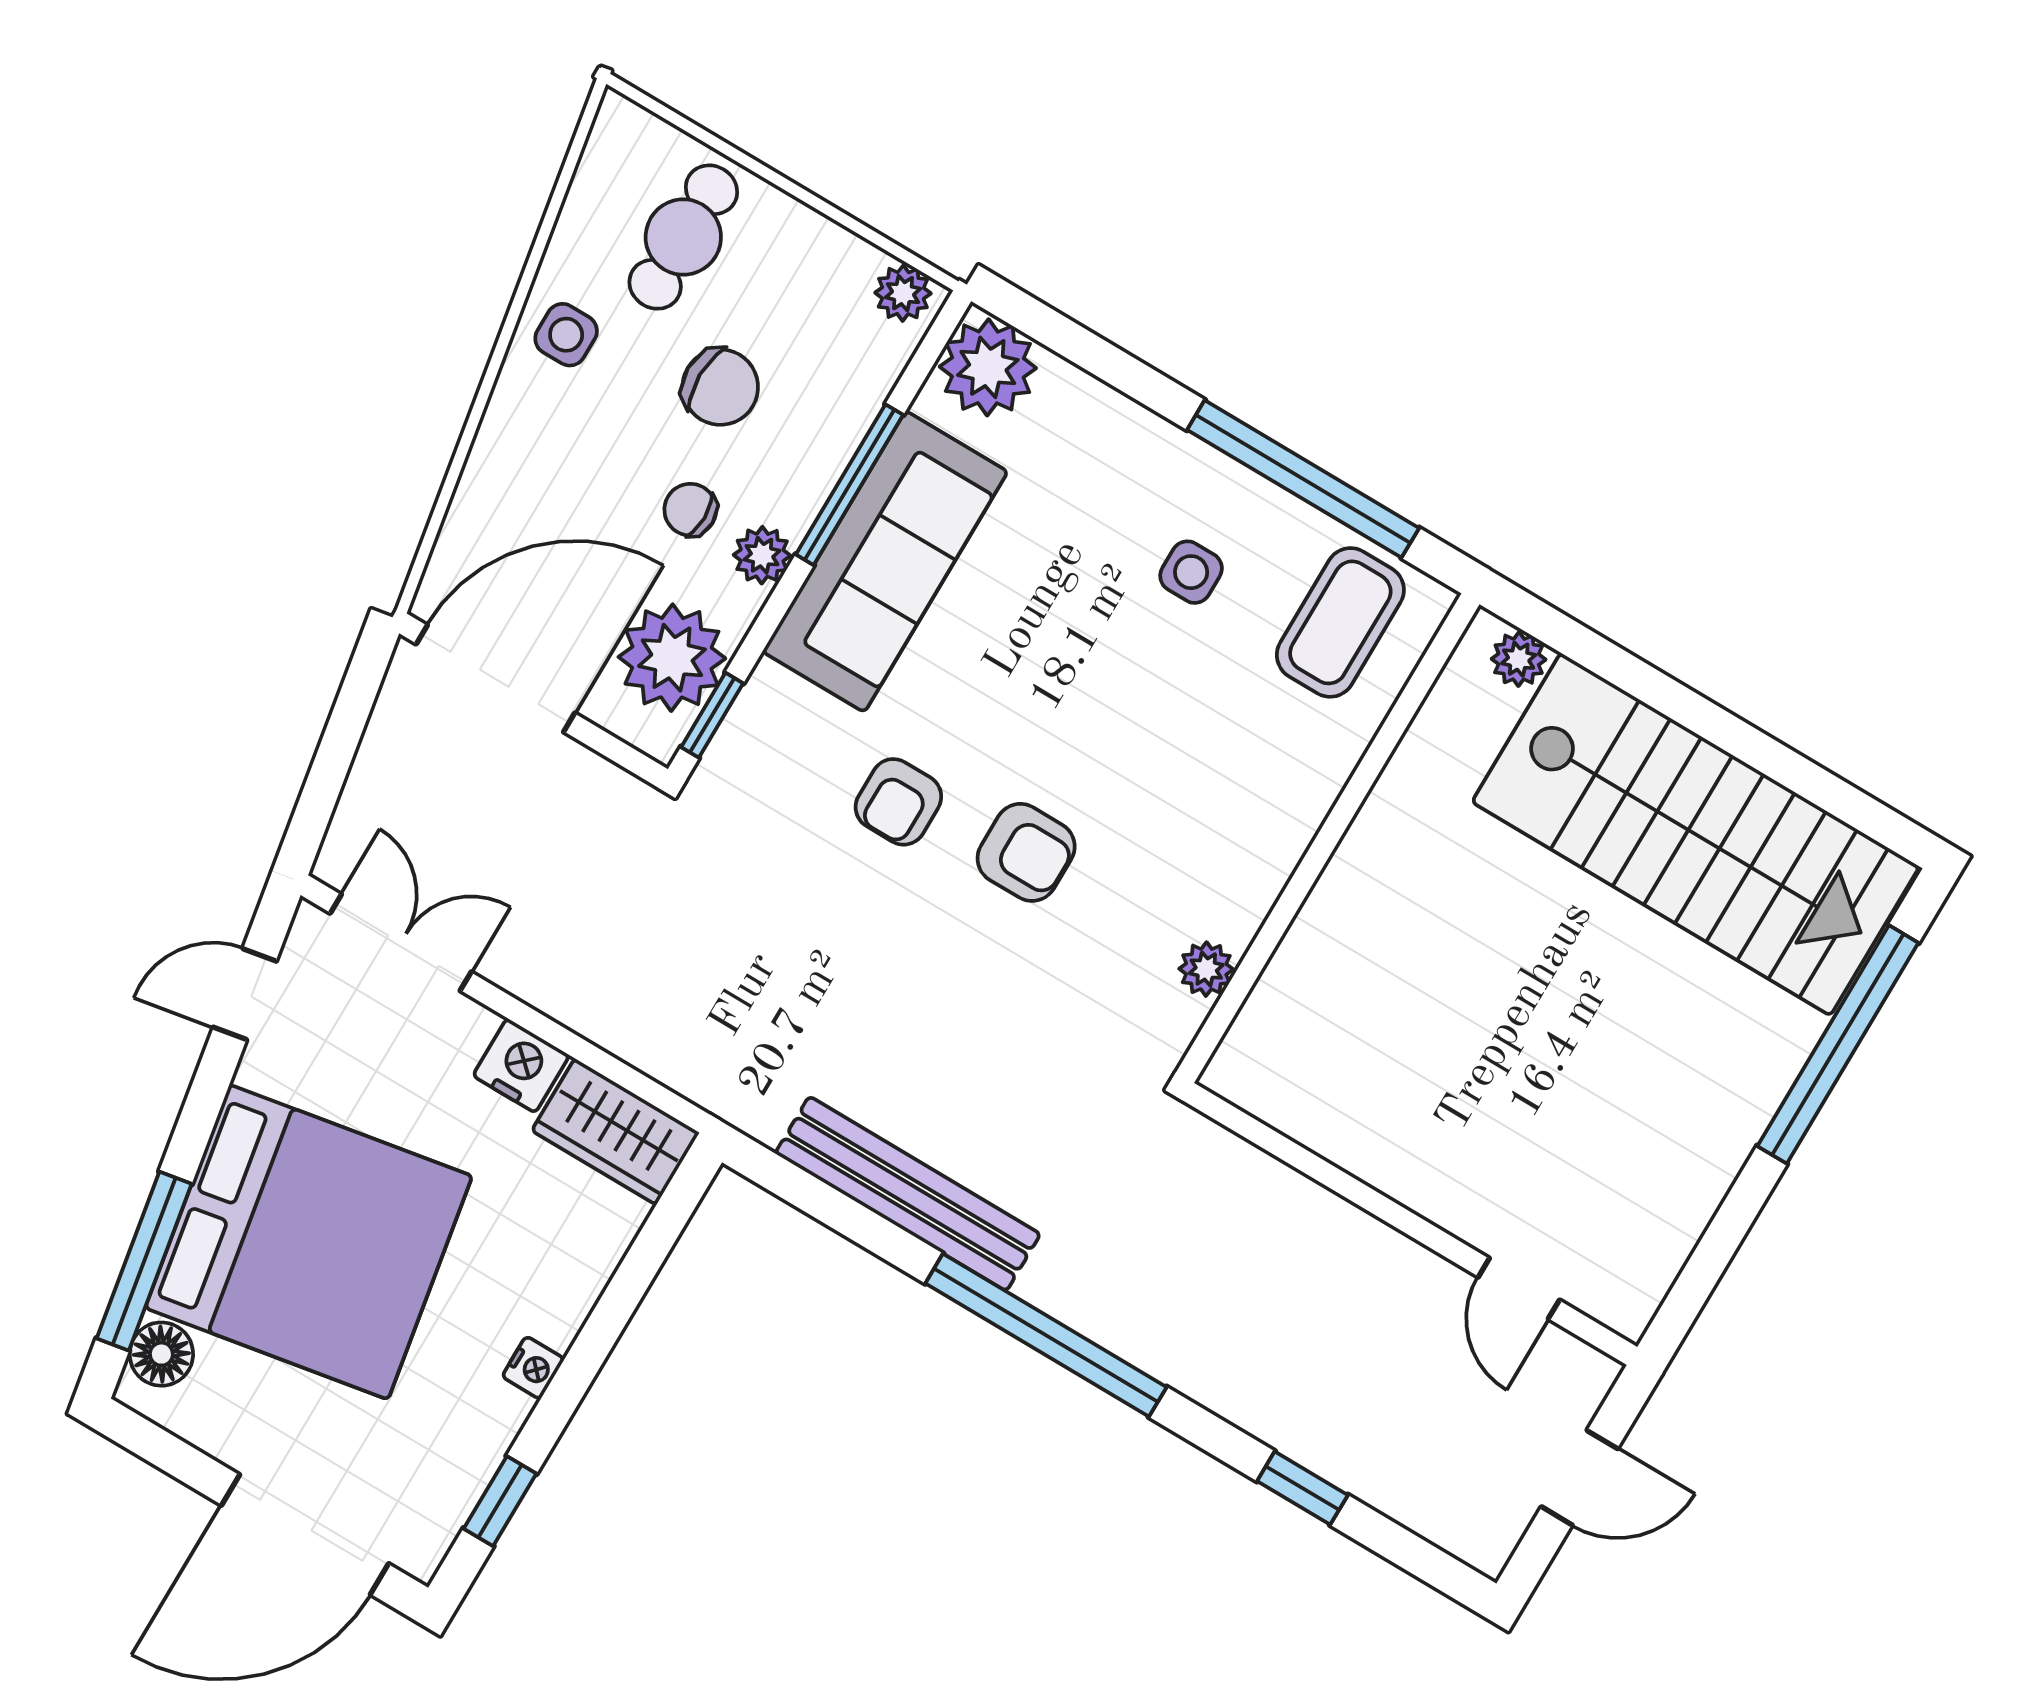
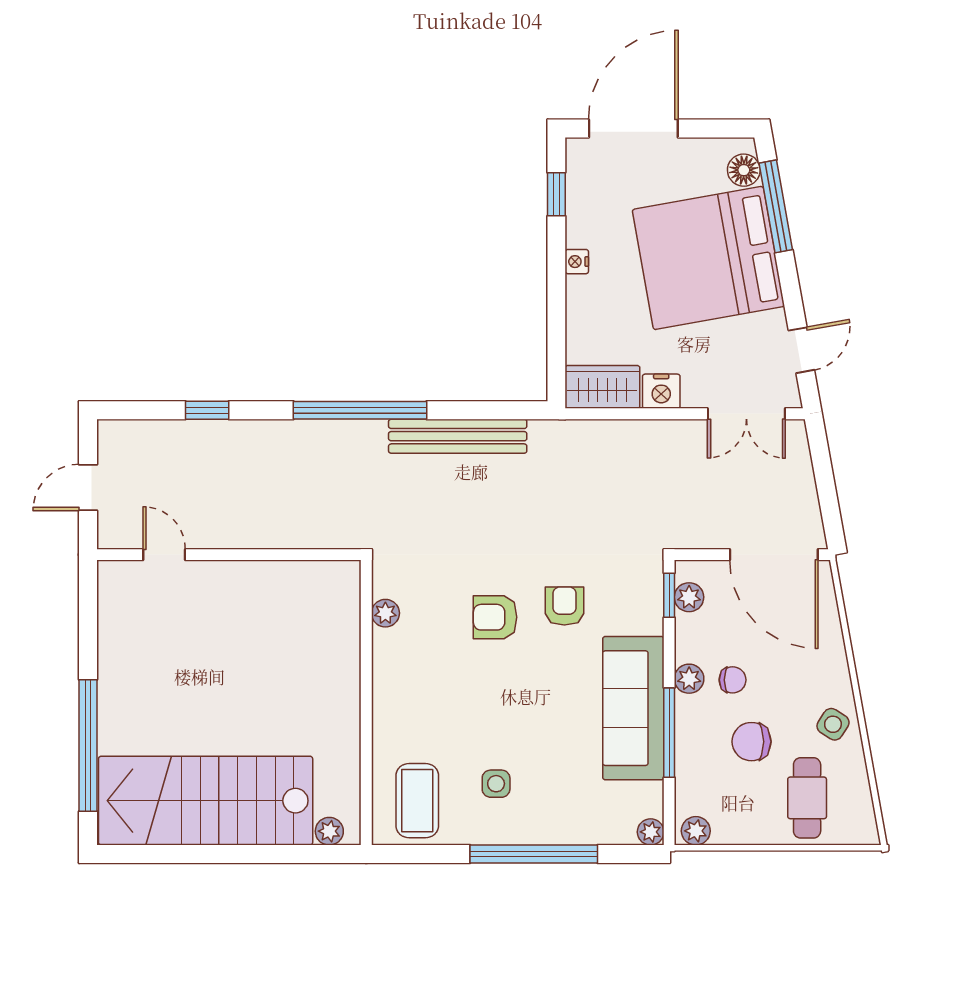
side table: (566, 335) -> (833, 724), turned 32
plant: (988, 367) -> (651, 832), width x0.53, depth x0.53
window: (1303, 479) -> (534, 854), moved
plant: (672, 658) -> (689, 597), width x0.53, depth x0.53
door: (495, 679) -> (774, 555), hinge flipped

